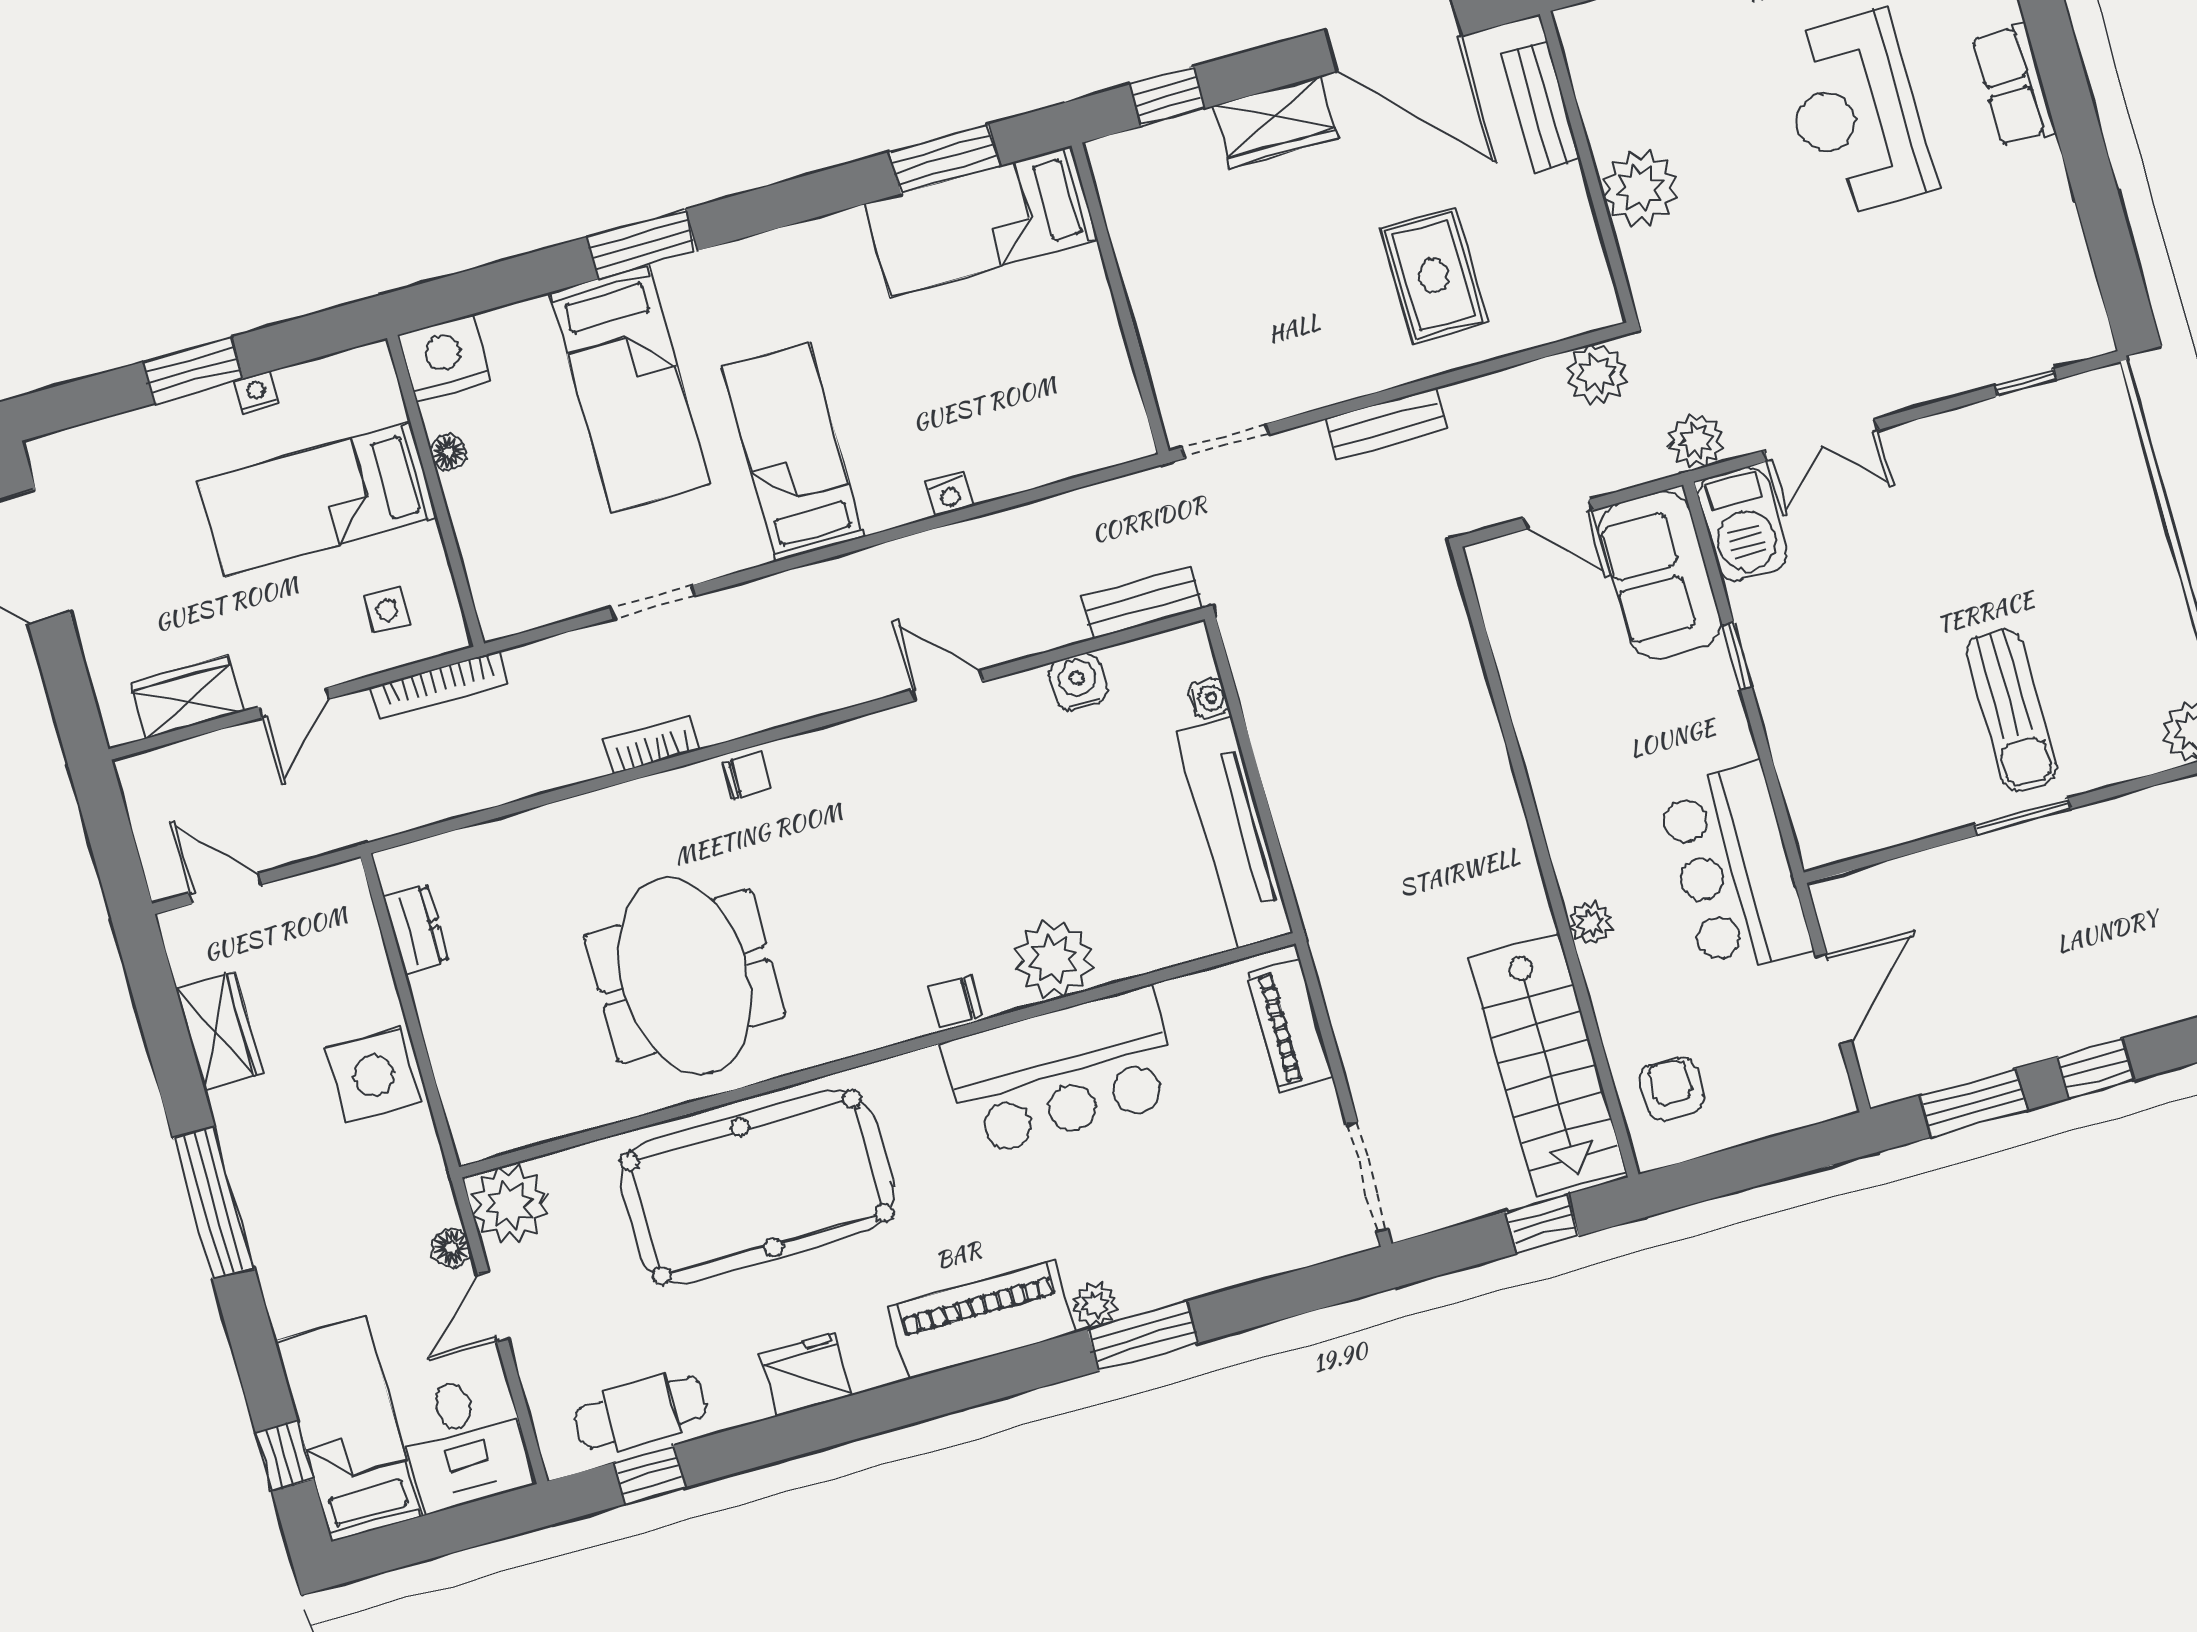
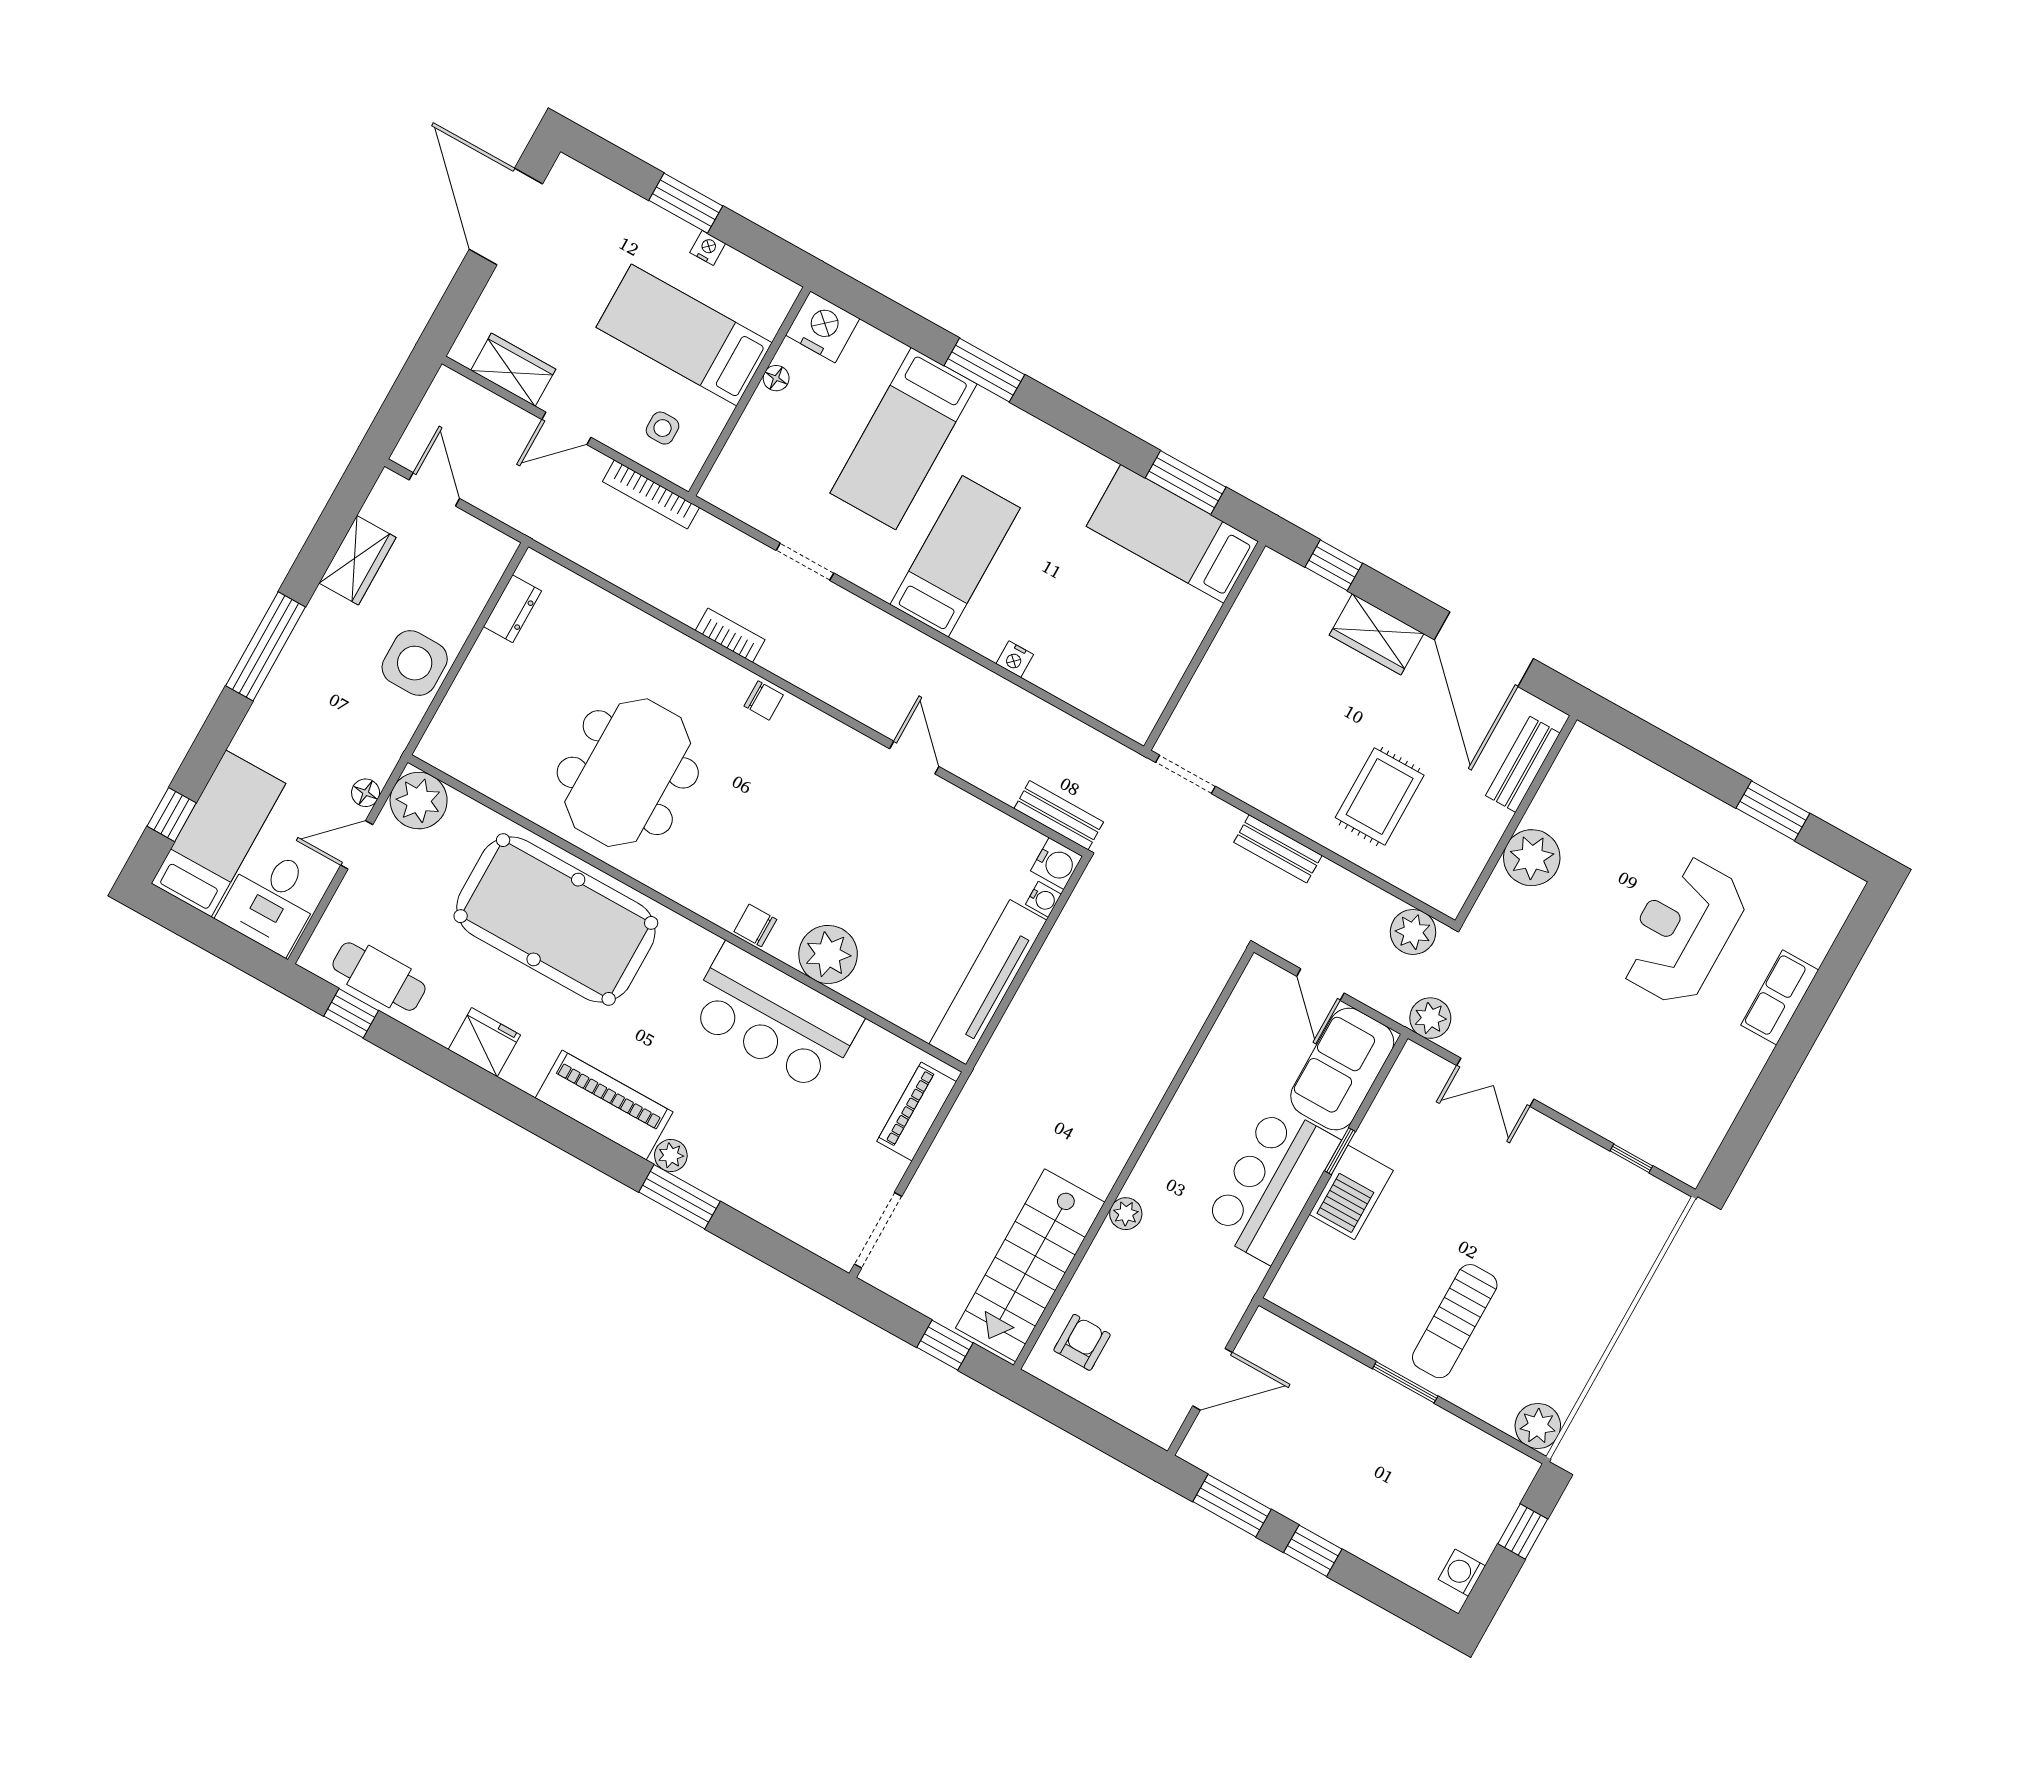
barbecue: (1742, 524) -> (1351, 1192), moved
water cooler: (1078, 682) -> (1056, 864), moved, turned 90
bar counter: (1735, 870) -> (1271, 1184), moved

